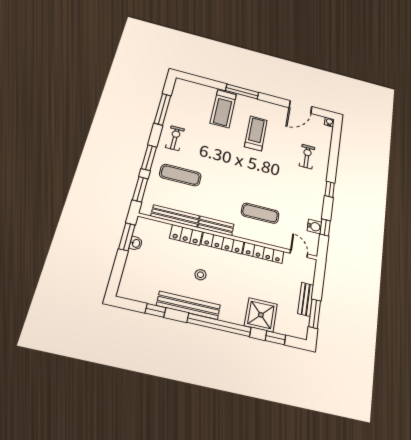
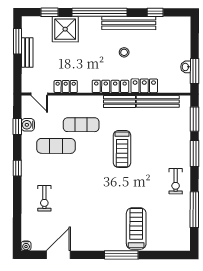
treadmill: (256, 133) -> (122, 149), moved
exercise mat: (180, 175) -> (56, 146), moved
locker: (263, 253) -> (66, 87), width x0.66

